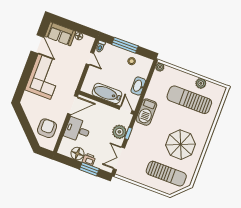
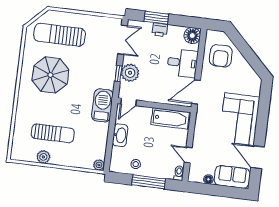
bathtub: (107, 93) -> (170, 118), moved
sun lounger: (189, 100) -> (53, 133), width x0.73, depth x0.75
door: (126, 110) -> (129, 102), hinge flipped
floor lamp: (77, 154) -> (192, 36), moved

